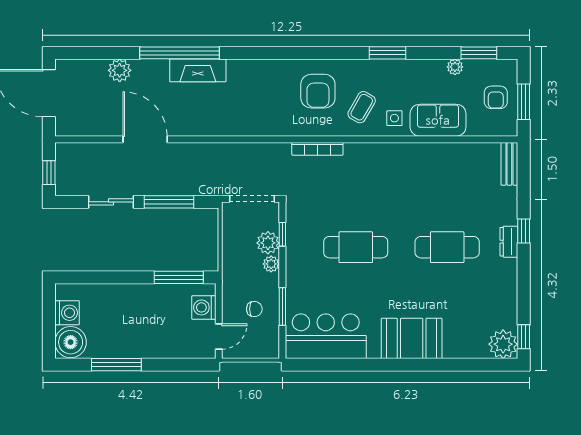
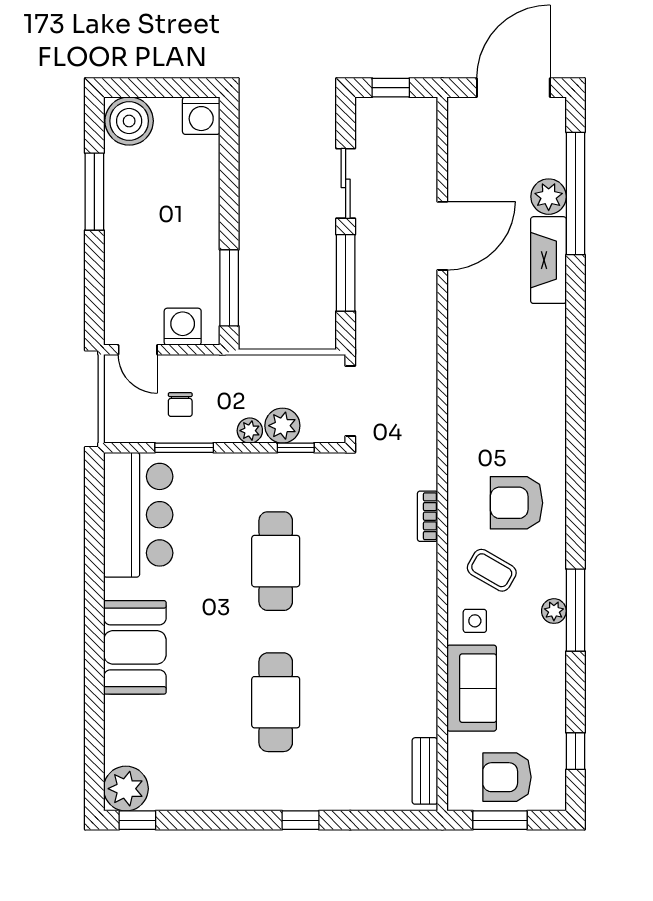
window: (179, 53) -> (576, 194), moved
window: (387, 53) -> (576, 610), width x1.44
window: (479, 53) -> (576, 751), width x0.67
plant: (455, 67) -> (554, 611), moved
fireplace: (198, 70) -> (548, 260), moved
armchair: (496, 97) -> (507, 777), width x1.38, depth x1.38
bookcase: (317, 149) -> (428, 516), width x0.64
bench: (509, 164) -> (425, 771), moved, turned 90
dresser: (509, 242) -> (284, 797), removed
washing machine: (67, 313) -> (201, 116), moved

